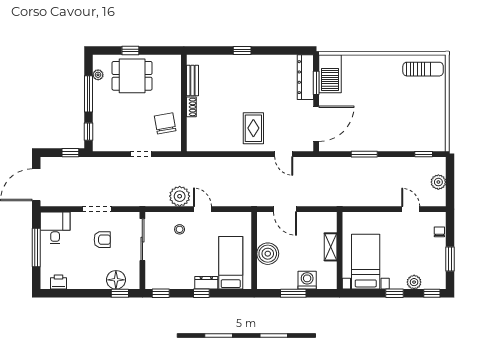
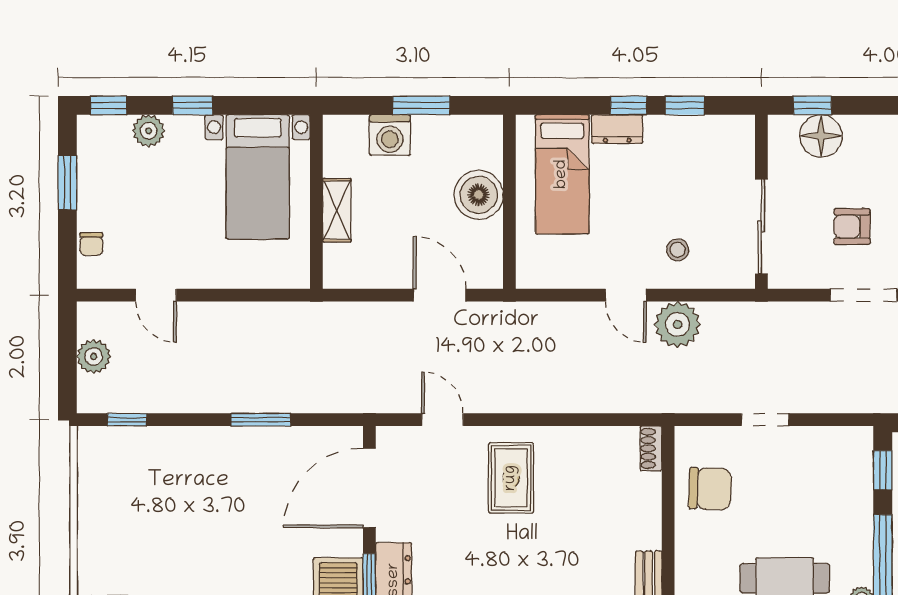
shoe rack: (191, 107) -> (651, 448), moved
chair: (165, 123) -> (710, 489), turned -78
window: (161, 293) -> (685, 105), moved

